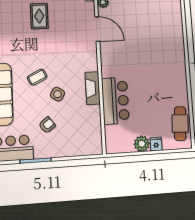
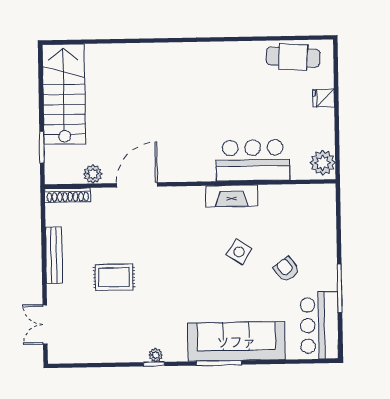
coffee table: (37, 77) -> (211, 283), removed
plant: (142, 144) -> (323, 163), moved

